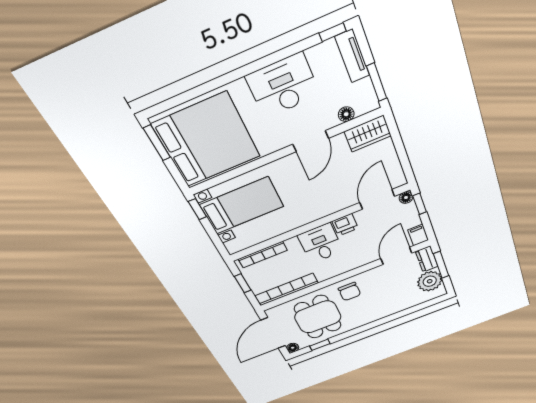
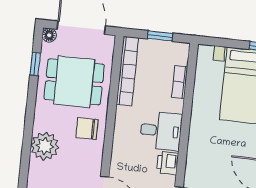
bookcase: (263, 255) -> (180, 82), width x0.64
plant: (379, 310) -> (45, 146), added

